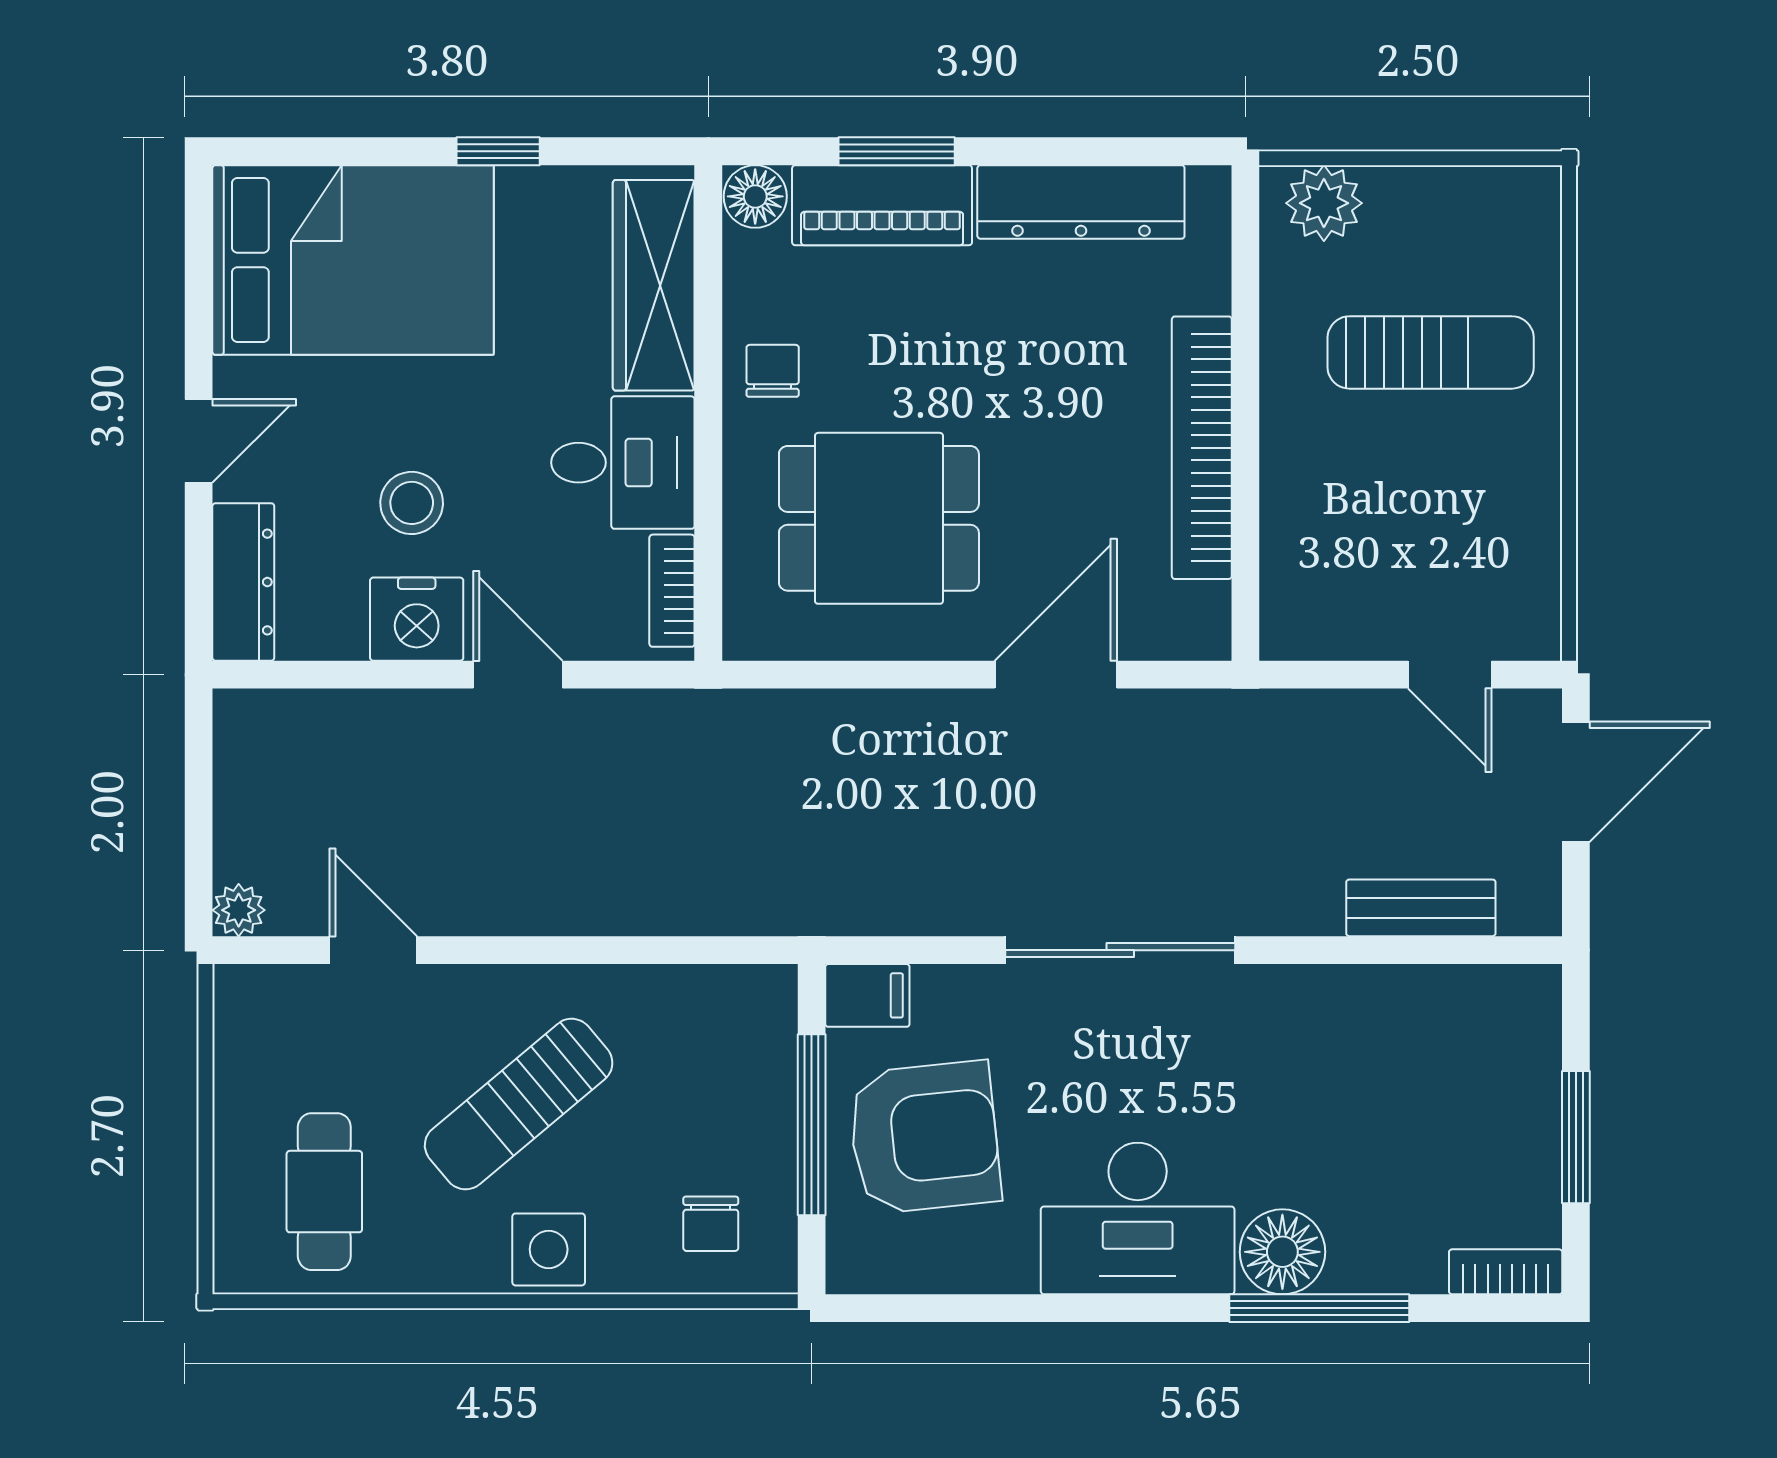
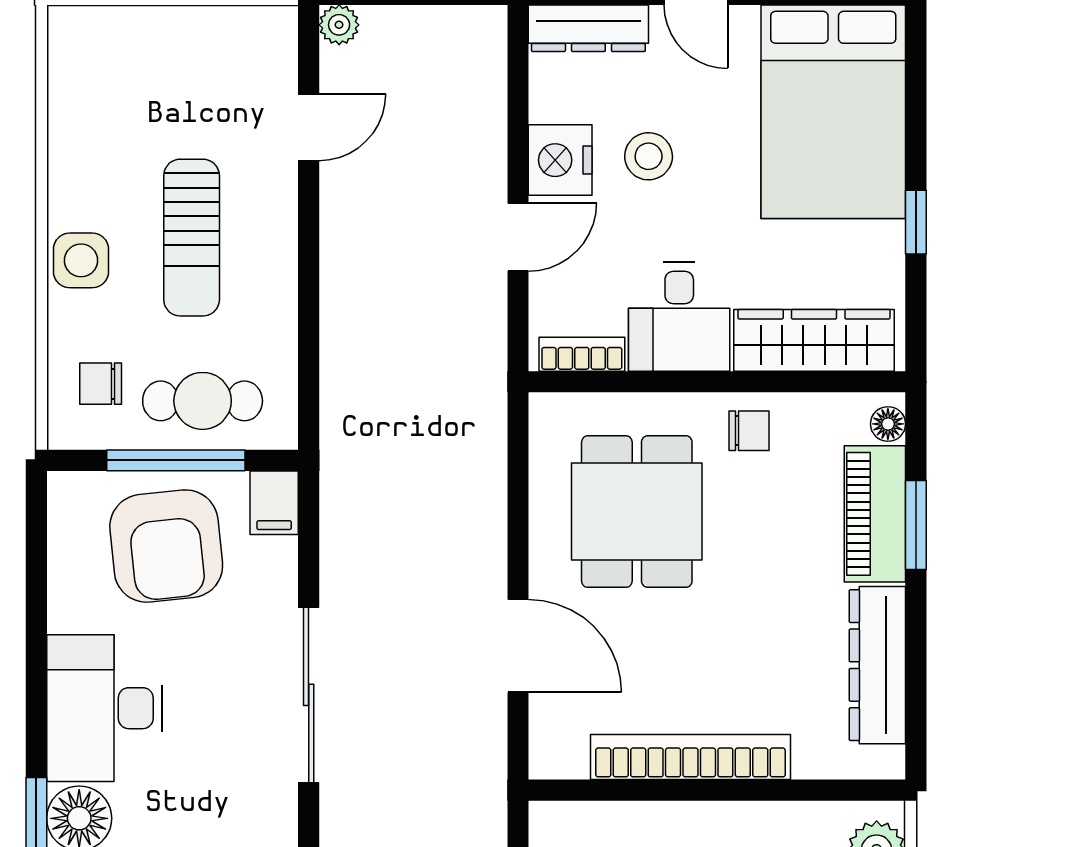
floor lamp: (755, 196) -> (888, 424), width x0.73, depth x0.73
sun lounger: (519, 1104) -> (192, 238), turned -140
cafe table: (324, 1192) -> (203, 401), moved

